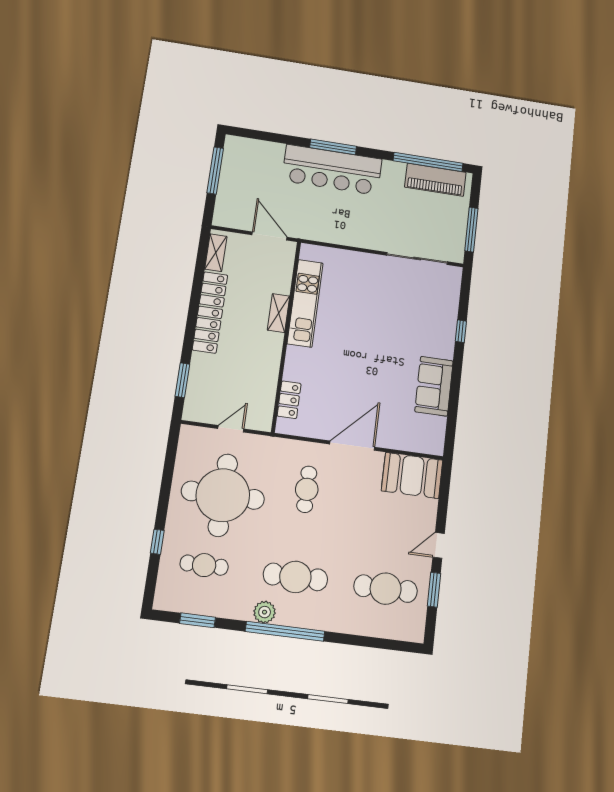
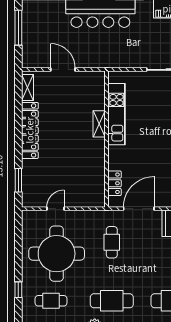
kitchen unit: (305, 303) -> (116, 114), moved
shelving: (279, 313) -> (99, 124), moved
wall: (286, 336) -> (106, 139), moved
locker: (289, 400) -> (114, 183), moved

